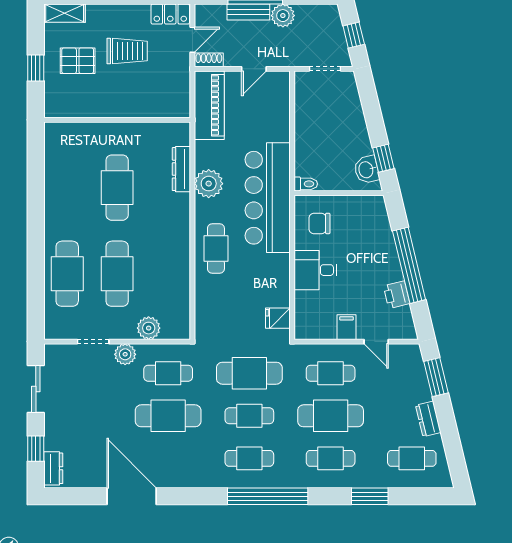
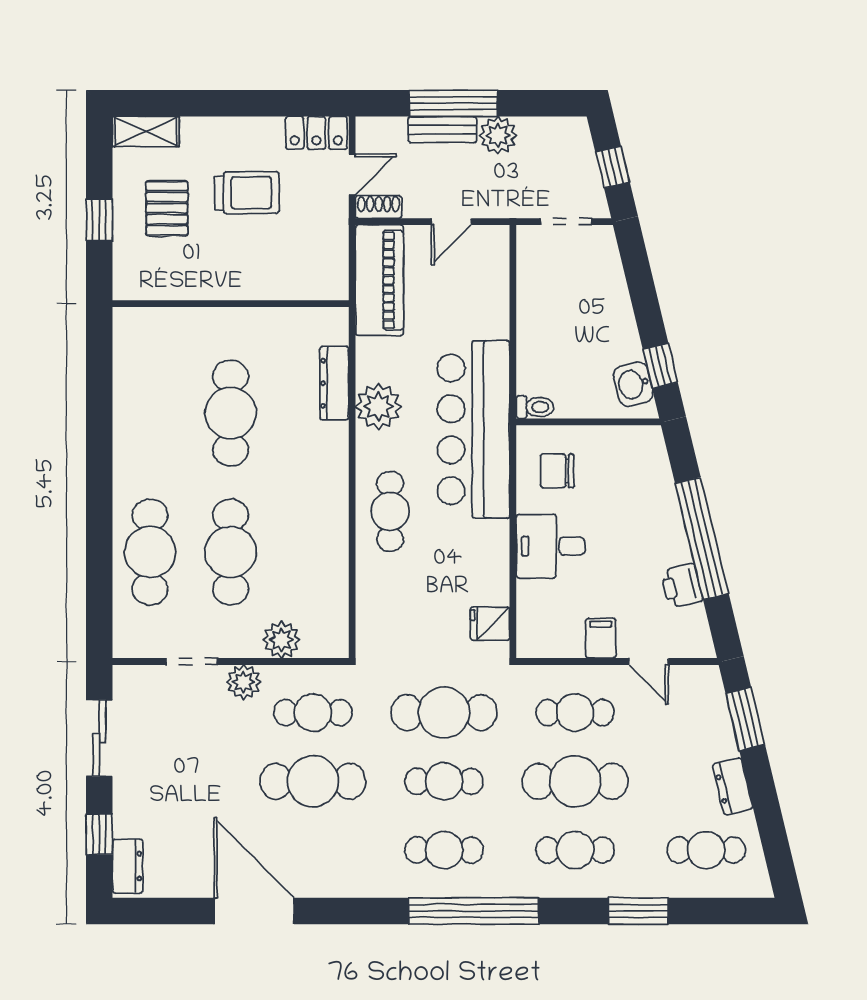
pallet: (78, 61) -> (167, 208), turned 90

